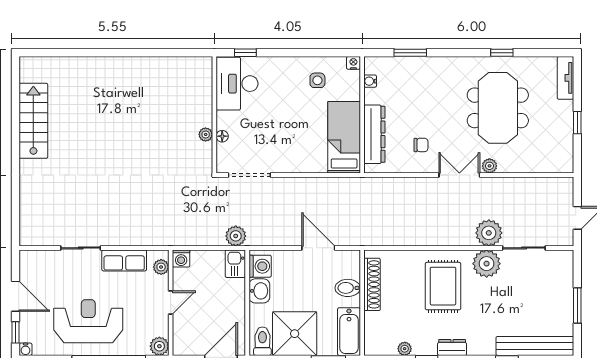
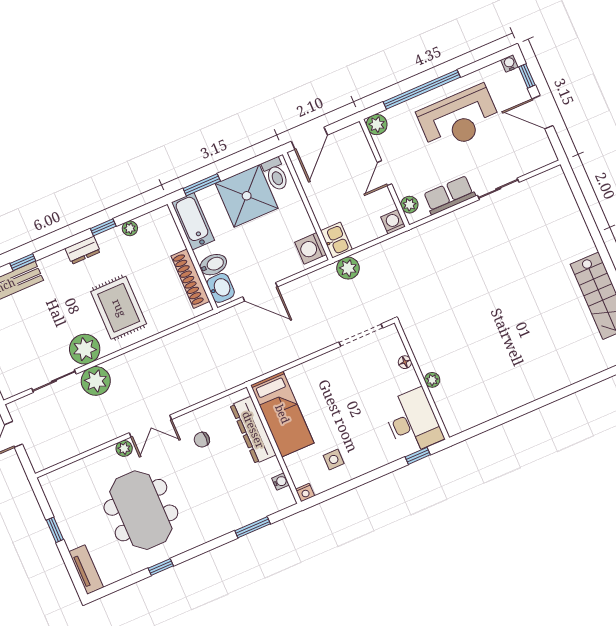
plant: (206, 134) -> (432, 380), moved
washbasin: (259, 291) -> (221, 288), moved, turned 180

